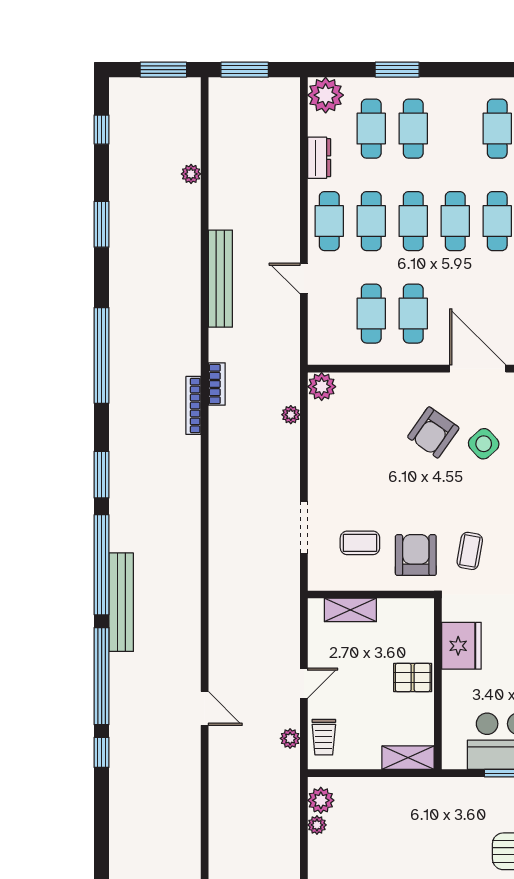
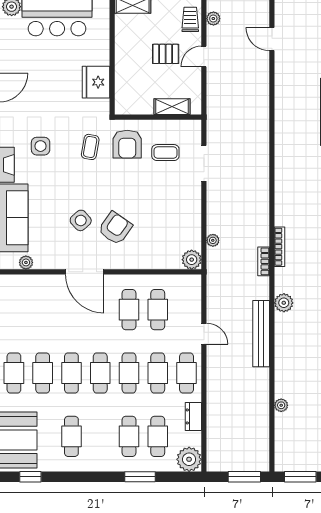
plant: (187, 324) -> (284, 303), added
pallet: (413, 678) -> (166, 54), moved

